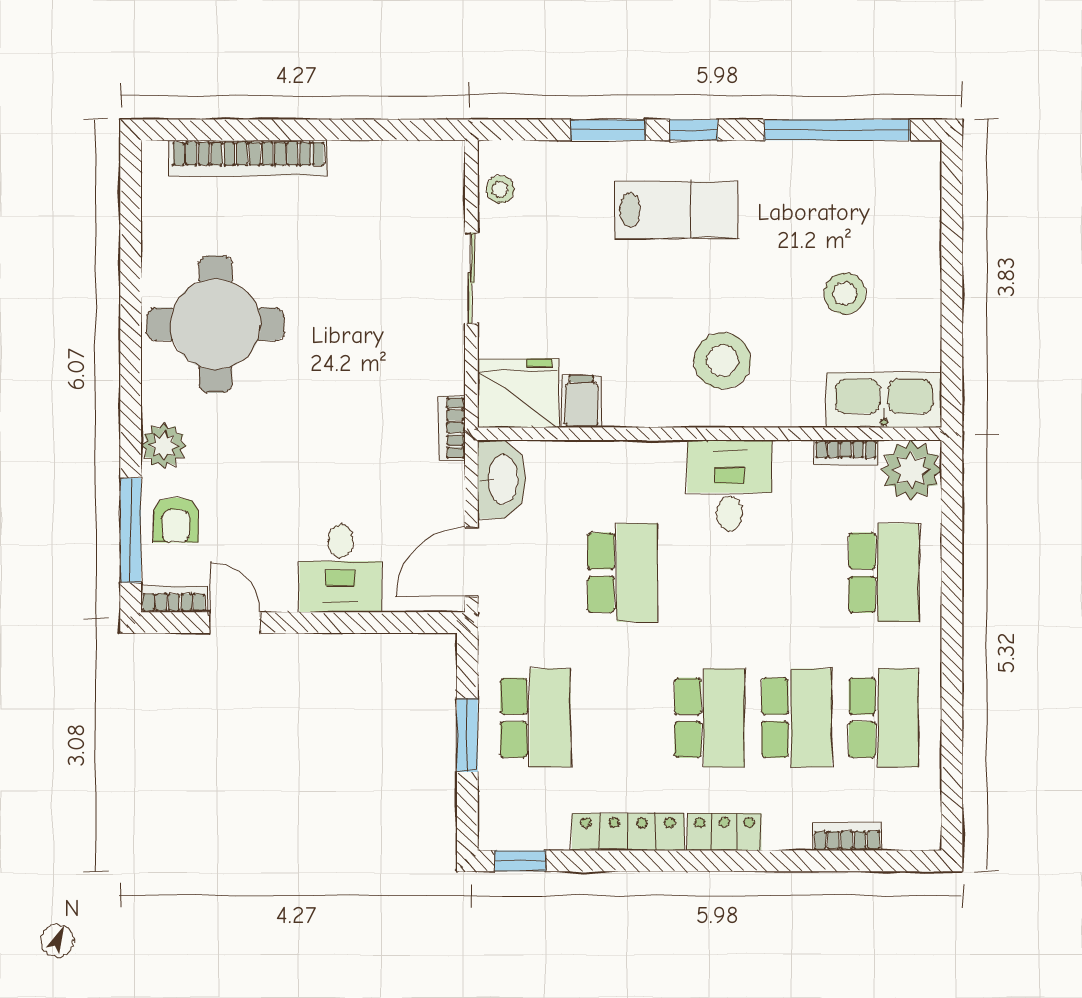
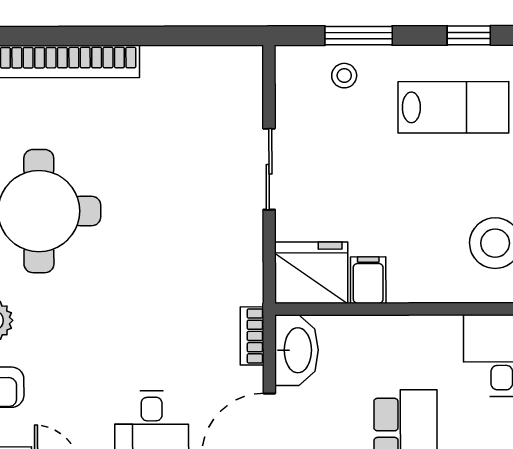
window: (608, 130) -> (359, 36), moved
stool: (500, 189) -> (344, 76), moved
bookcase: (452, 428) -> (252, 336), moved

